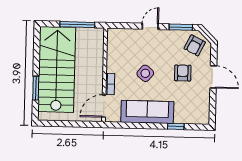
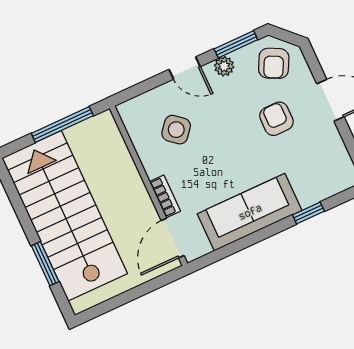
door: (150, 26) -> (185, 68), swing flipped
plant: (170, 35) -> (224, 66), added
side table: (145, 73) -> (176, 130), moved

